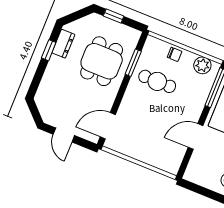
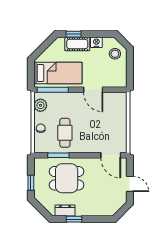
door: (64, 135) -> (130, 184), hinge flipped

